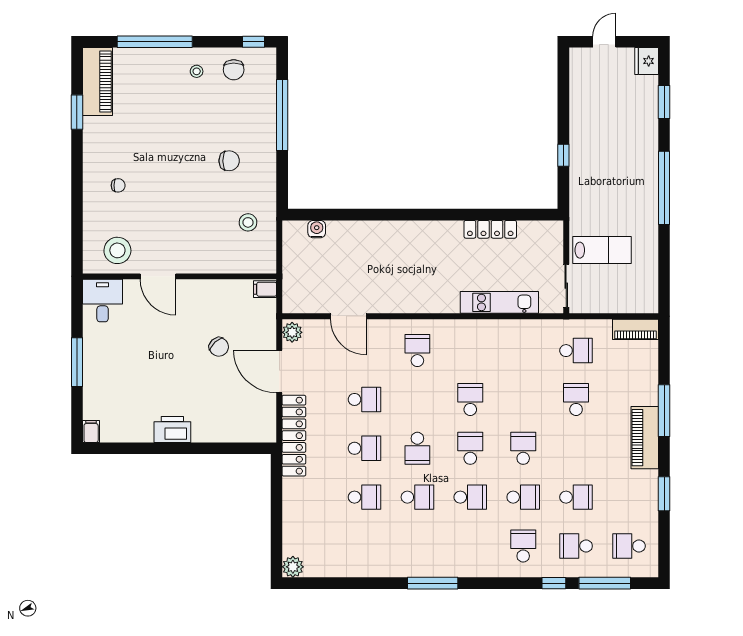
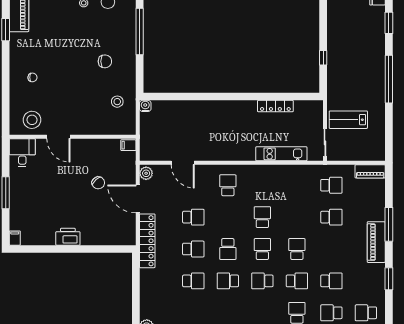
water cooler: (317, 229) -> (145, 106), moved
lab bench: (602, 250) -> (348, 120), turned 180
school desk: (576, 399) -> (331, 217), turned 90
school desk: (417, 497) -> (228, 281), turned 180
school desk: (470, 497) -> (262, 281), turned 180

